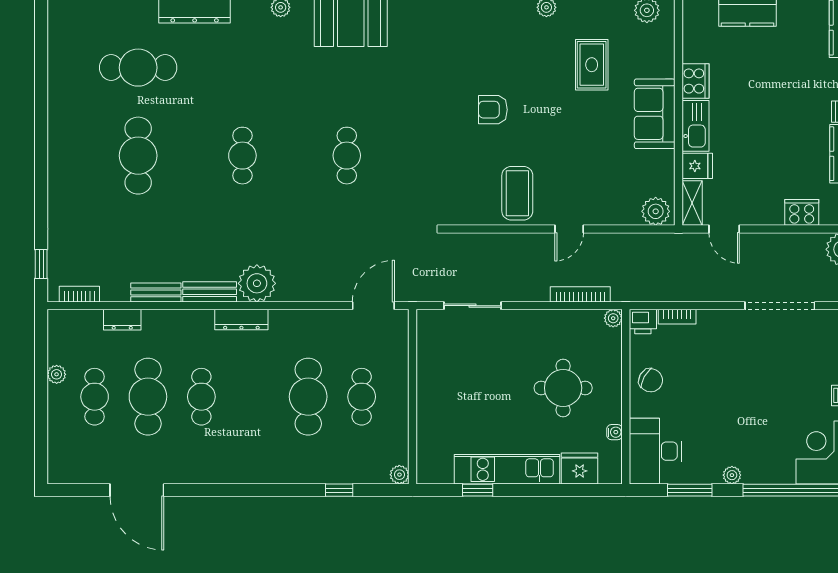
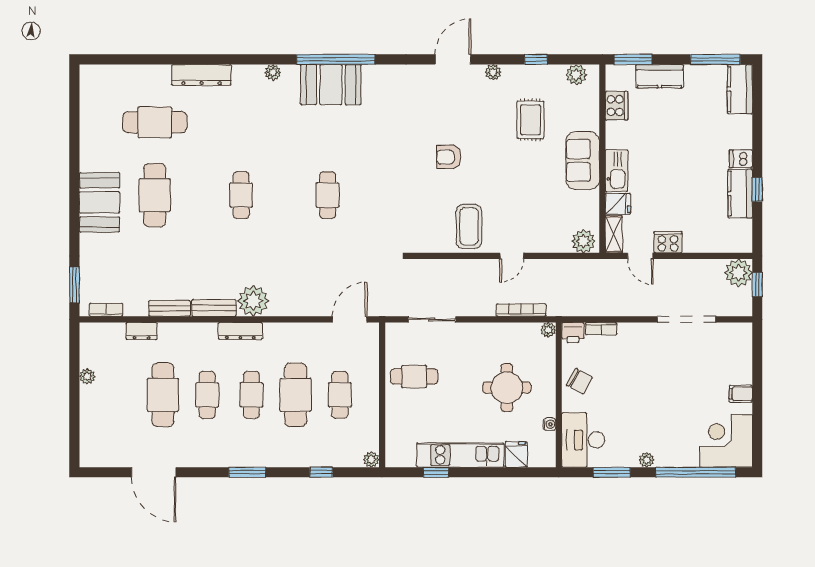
cooker: (695, 81) -> (616, 106), moved
booth: (71, 164) -> (99, 202), added
cooker: (802, 212) -> (668, 242), moved
window: (41, 264) -> (74, 285), width x1.50
cafe table: (451, 374) -> (414, 376), added
cafe table: (95, 397) -> (251, 395), moved
fridge: (580, 469) -> (516, 454), width x0.72
window: (250, 490) -> (247, 472), added

